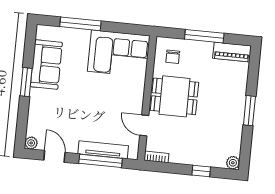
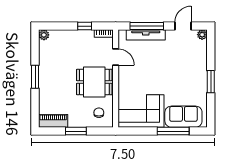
window: (204, 36) -> (76, 131), width x0.69
sofa: (46, 65) -> (183, 117), moved, turned 90
door: (54, 156) -> (183, 26), swing flipped
window: (201, 171) -> (85, 26), moved

